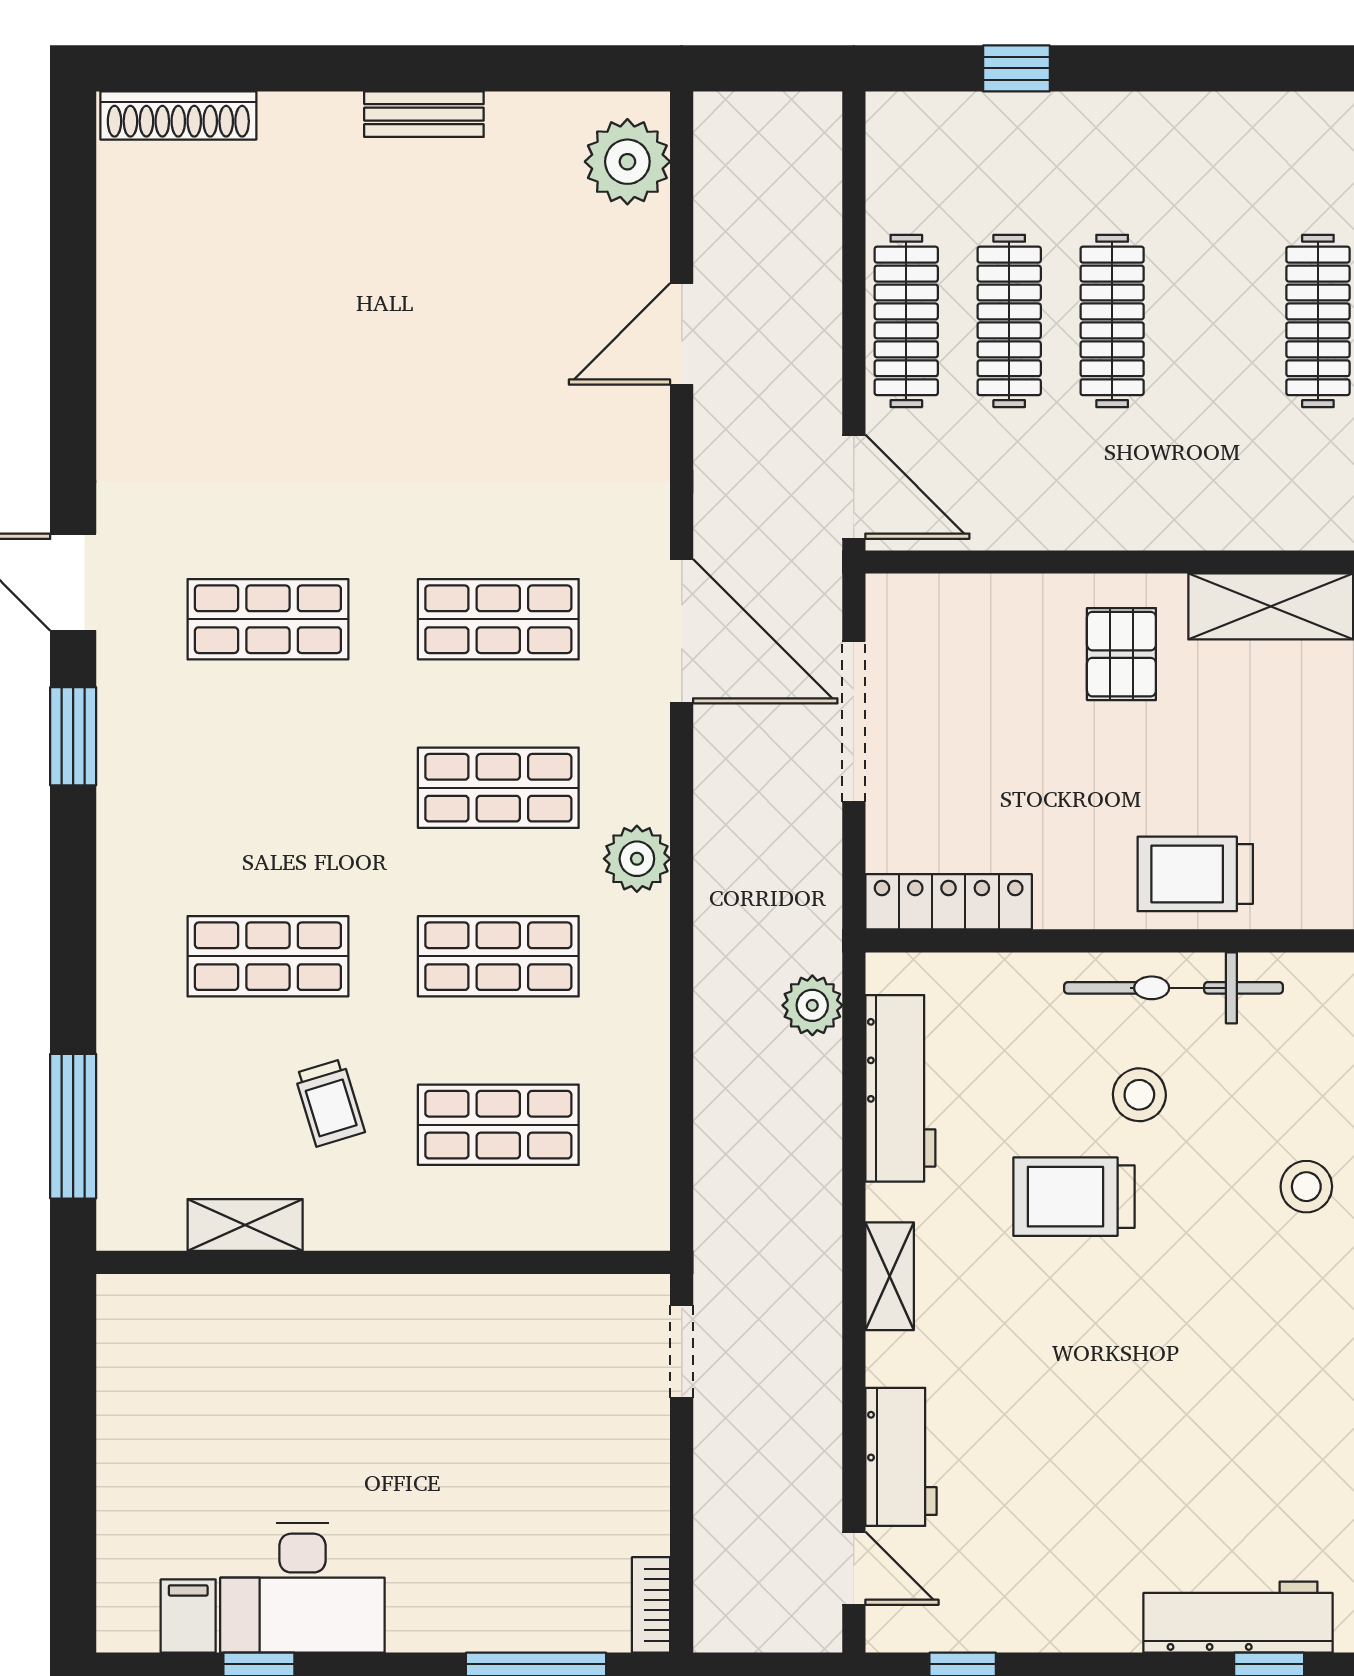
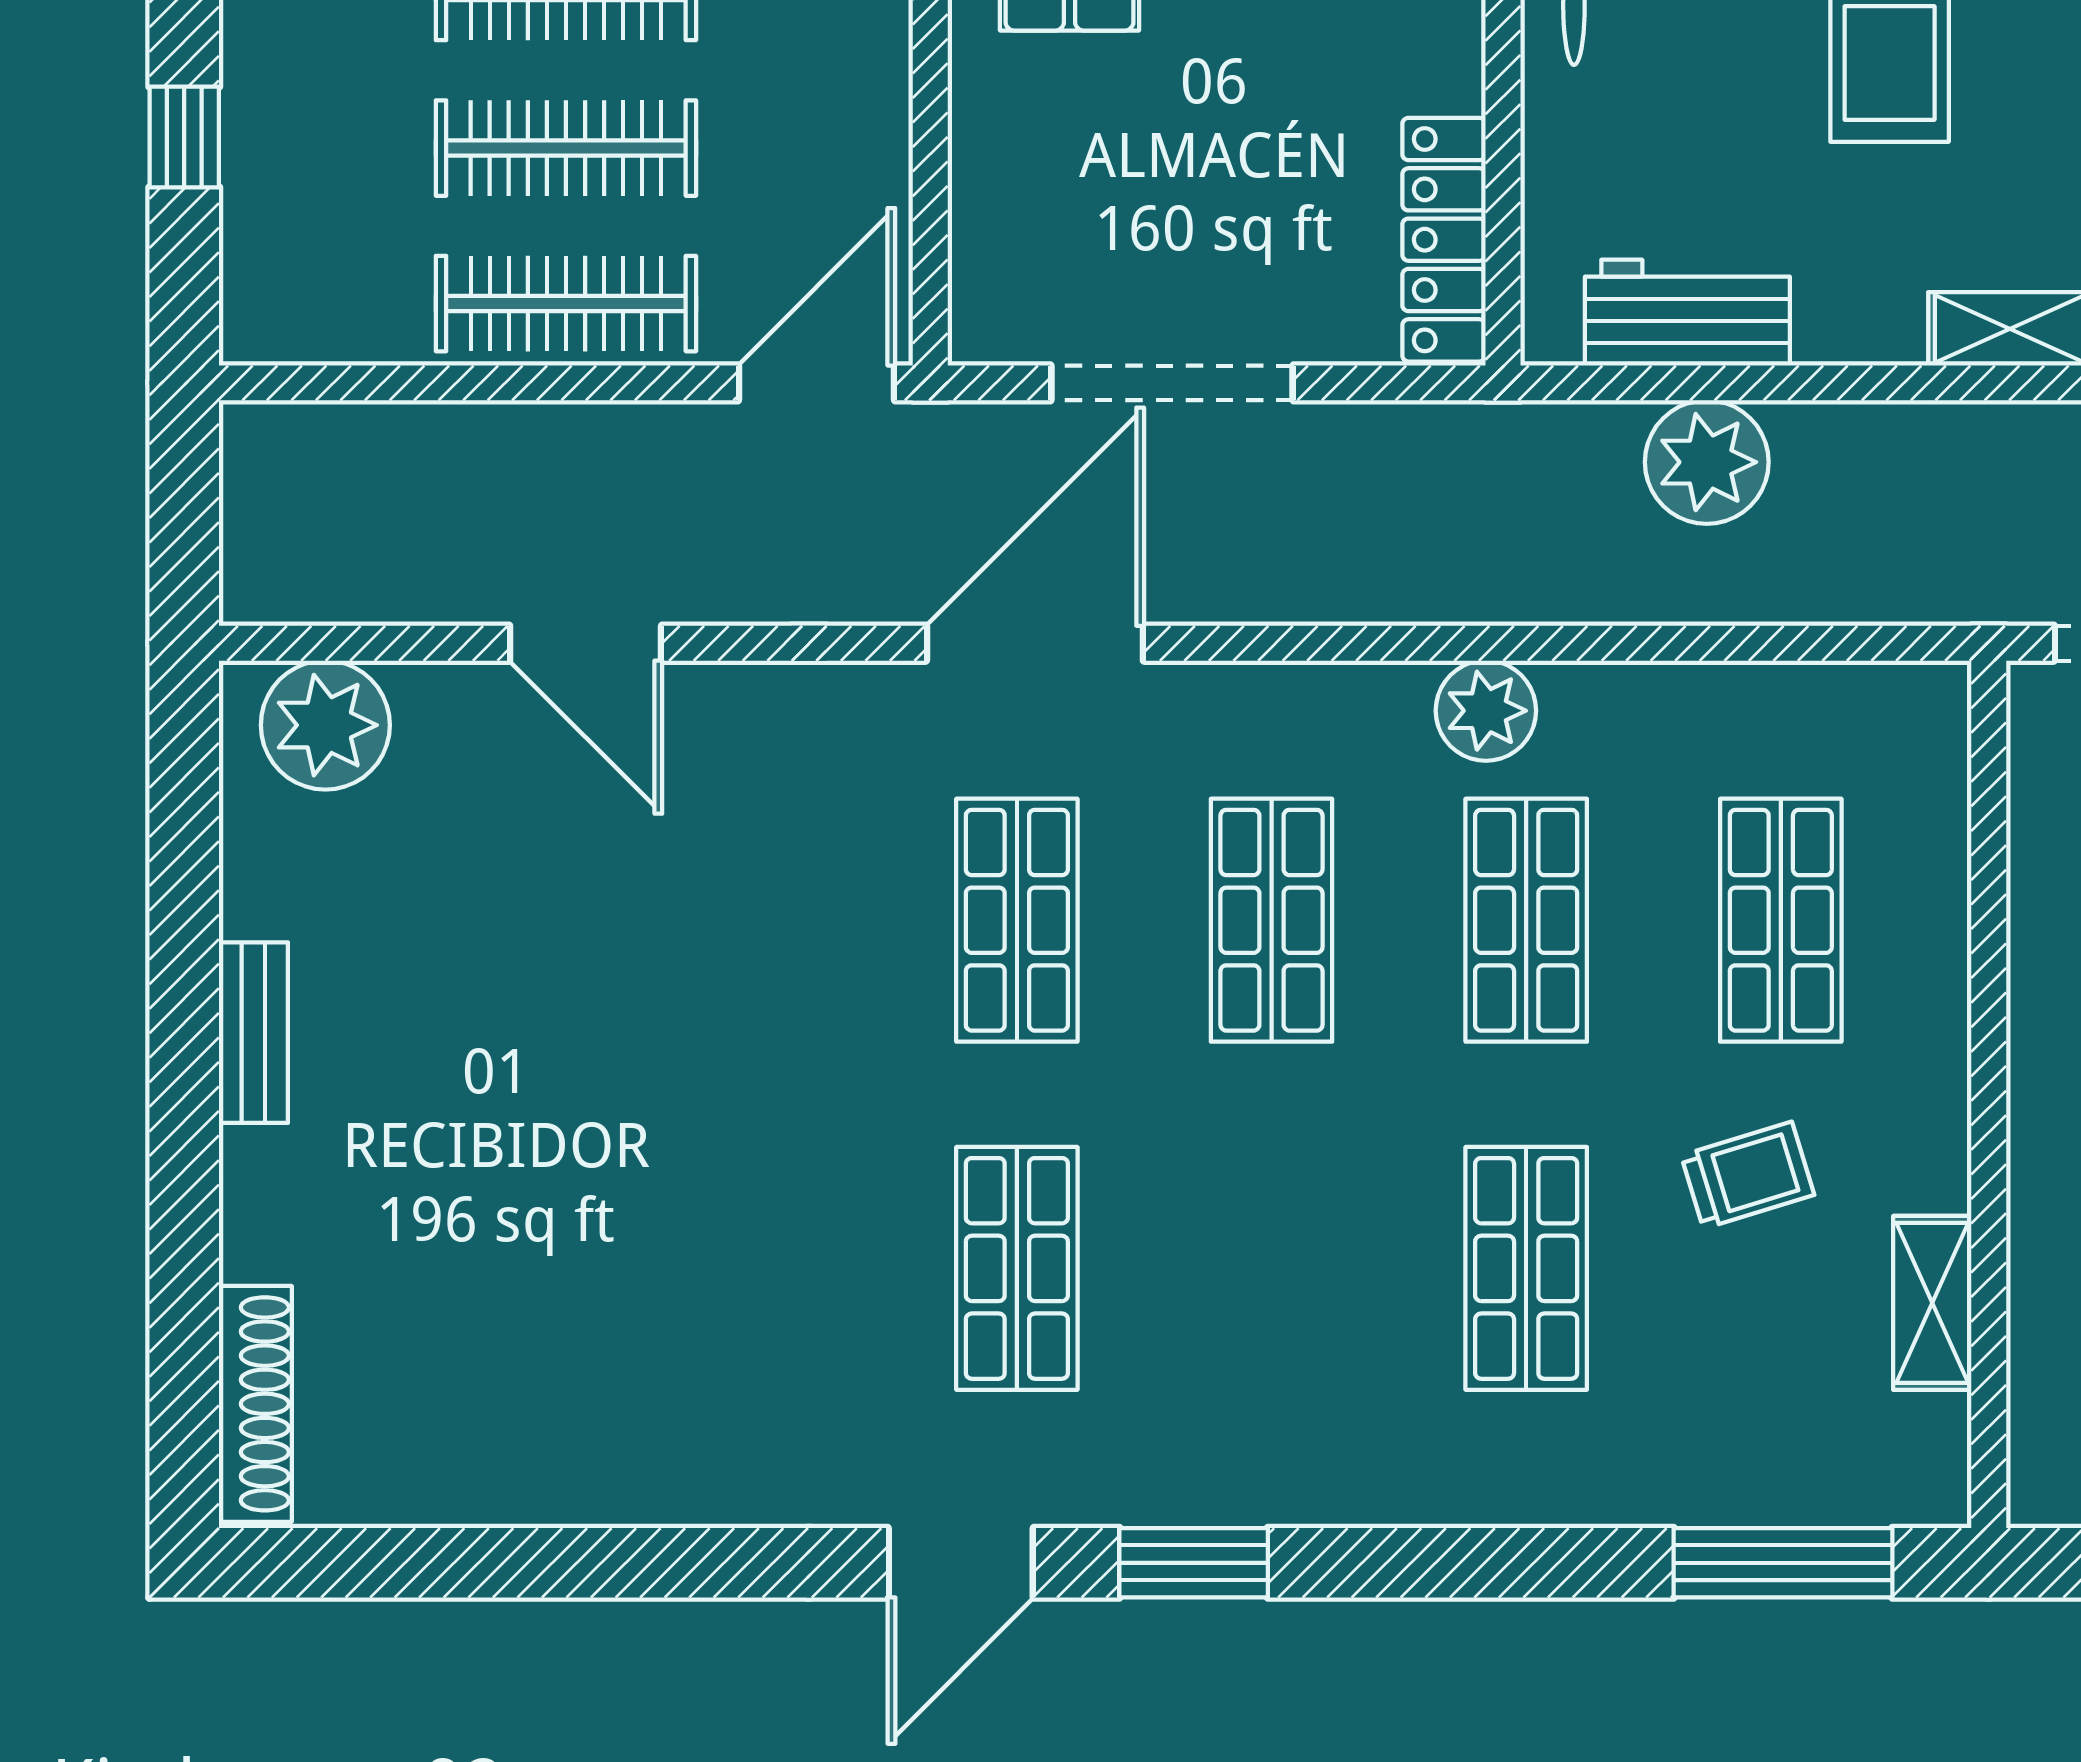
plant: (637, 859) -> (1486, 711), moved
plant: (812, 1005) -> (1707, 462), moved, width x1.36, depth x1.36
workbench: (900, 1088) -> (1687, 313), width x0.73

